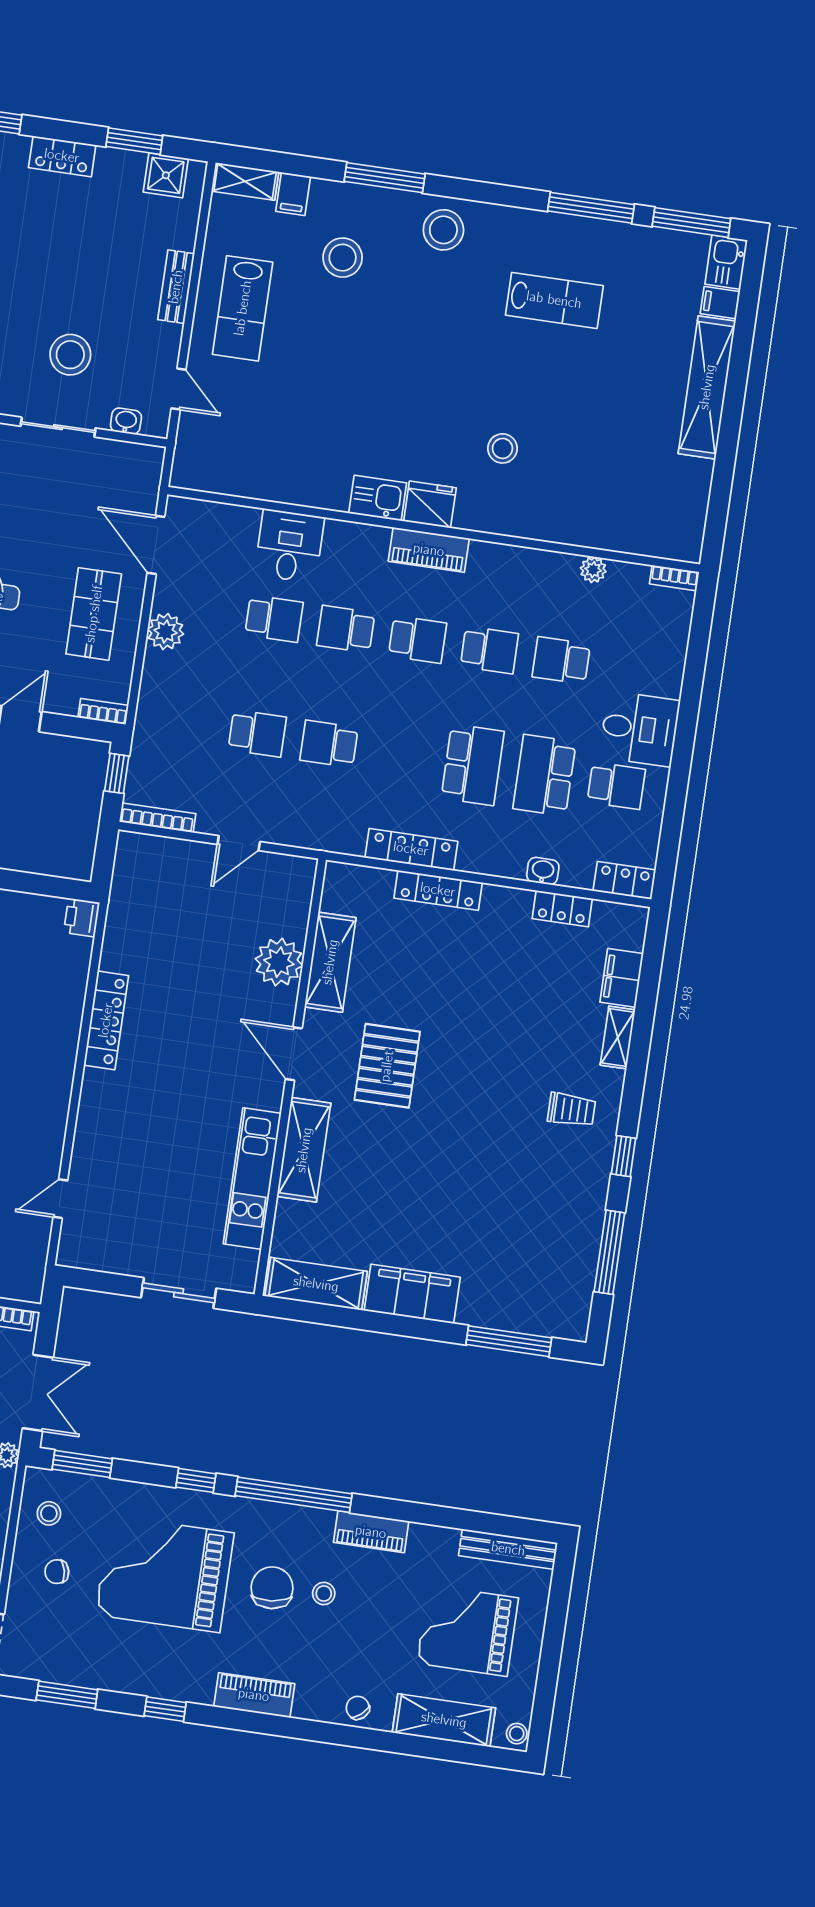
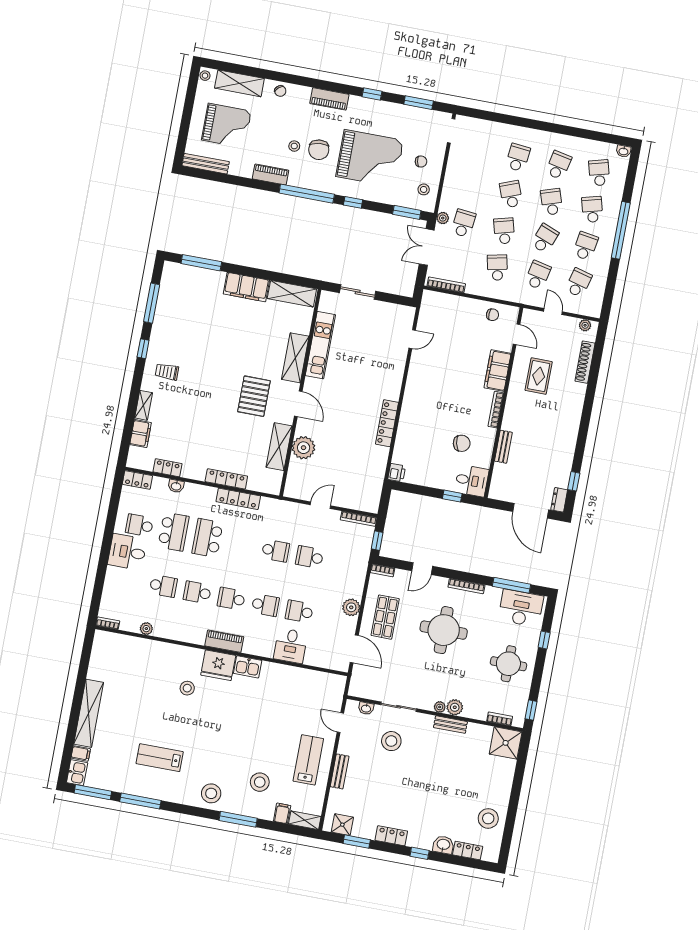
fridge: (430, 505) -> (218, 665), width x1.36, depth x1.34

